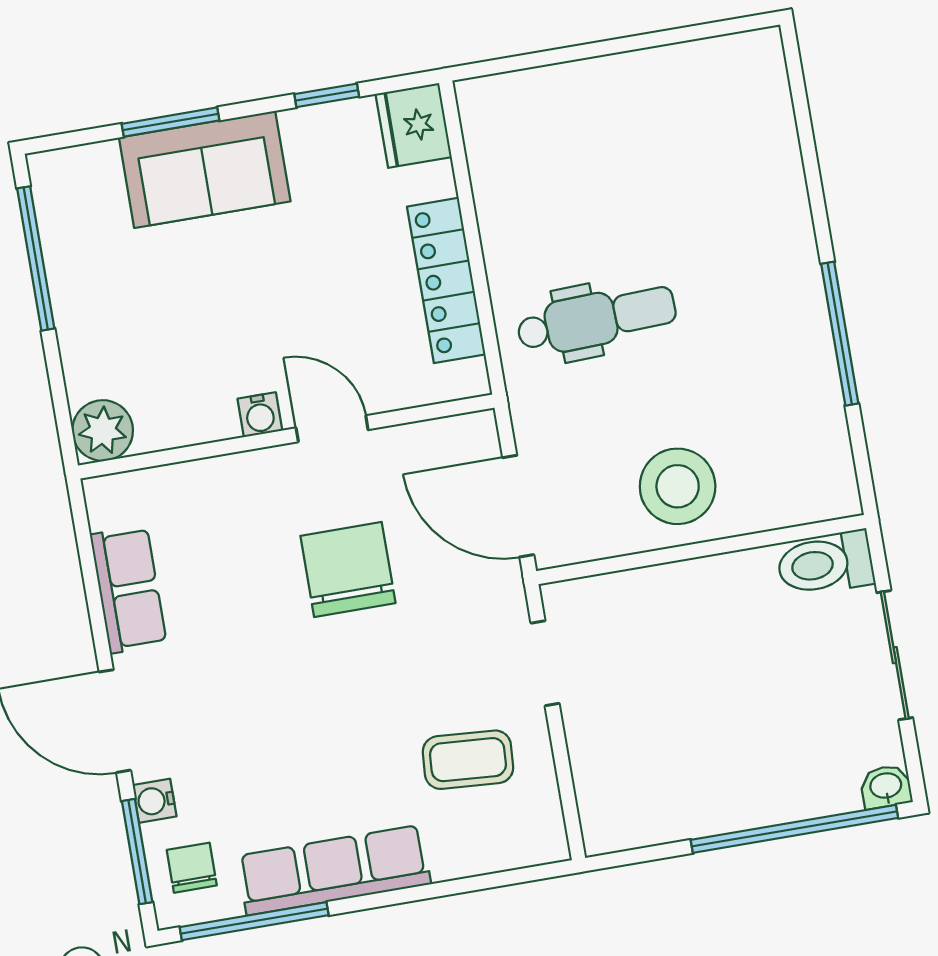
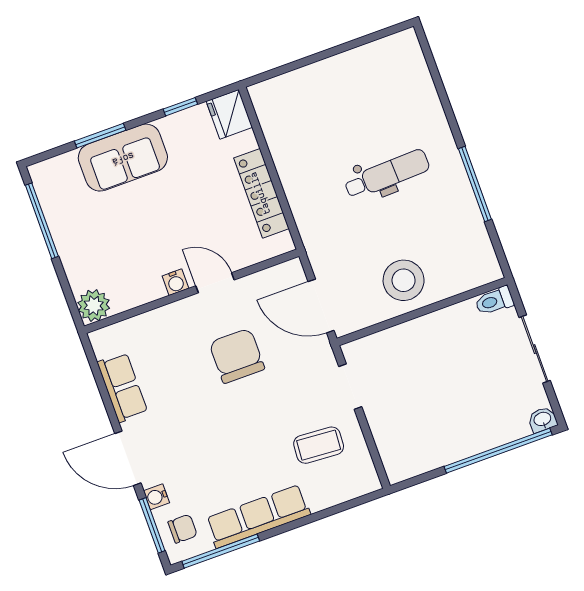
dental chair: (597, 319) -> (387, 174), moved
toilet: (825, 564) -> (494, 301), width x0.73, depth x0.72
chair: (192, 868) -> (183, 529), turned 90

